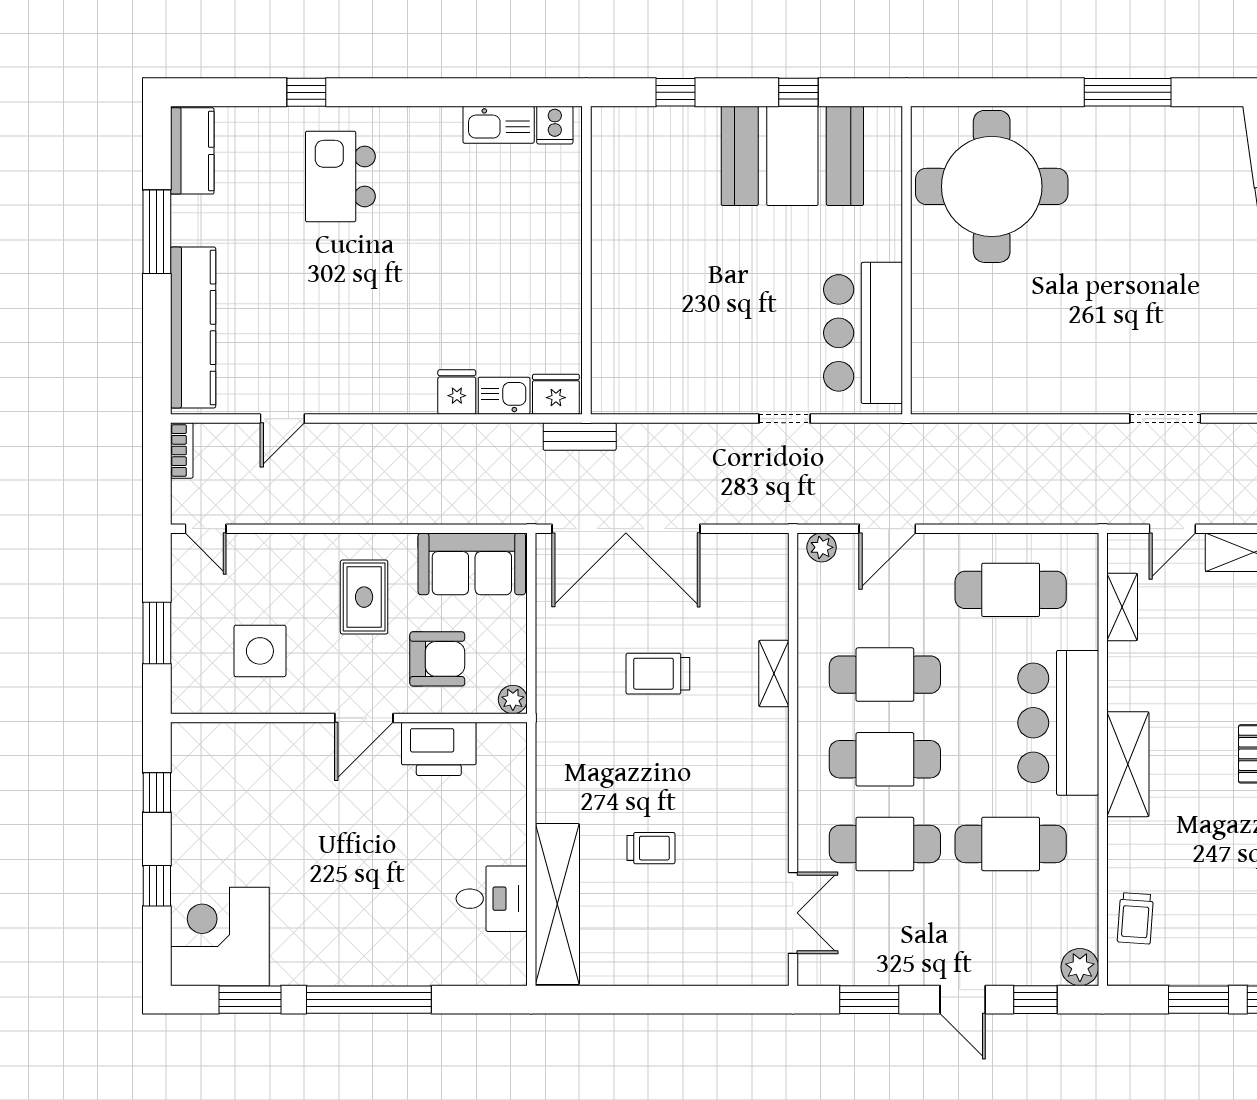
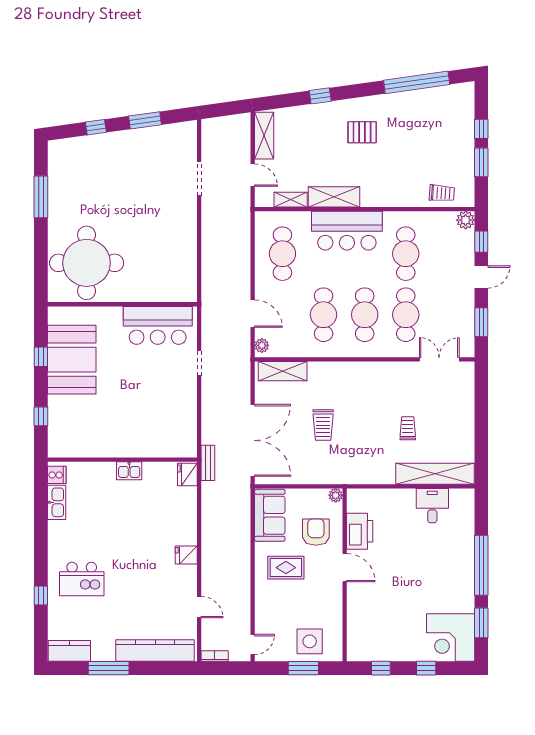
fridge: (457, 392) -> (186, 555), moved
kitchen sink: (504, 396) -> (129, 471), moved, turned -90
side table: (260, 651) -> (310, 641), moved
shelving: (774, 673) -> (283, 371), moved, width x1.50, depth x1.33
shelving: (1128, 764) -> (334, 197), moved

